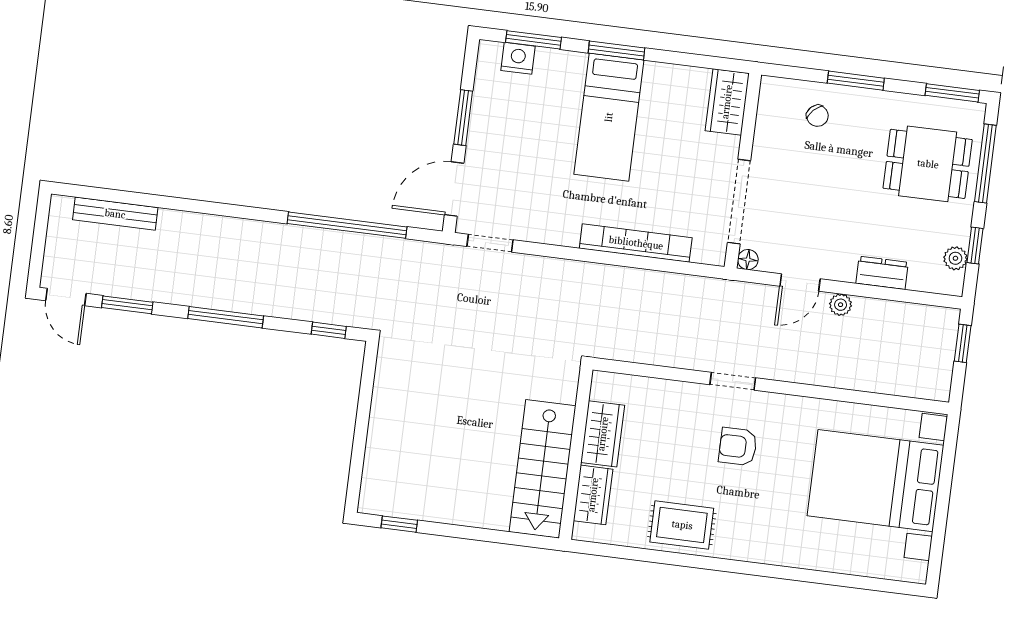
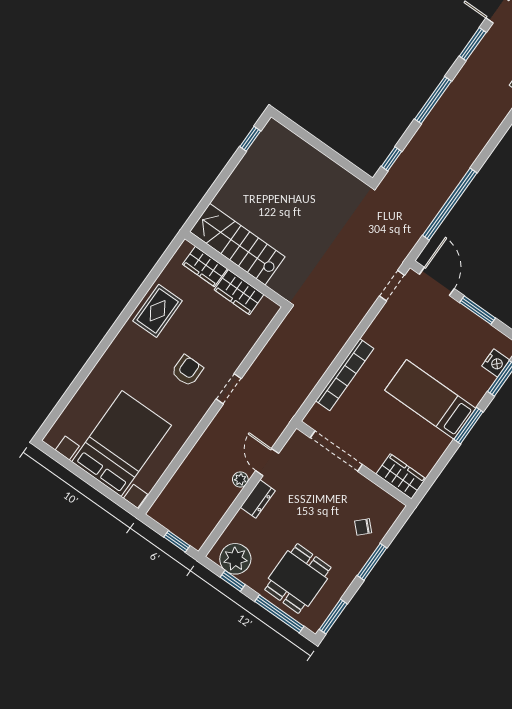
plant: (955, 258) -> (235, 559), width x1.88, depth x1.88
floor lamp: (748, 260) -> (298, 438), removed
dresser: (882, 273) -> (258, 499), moved

